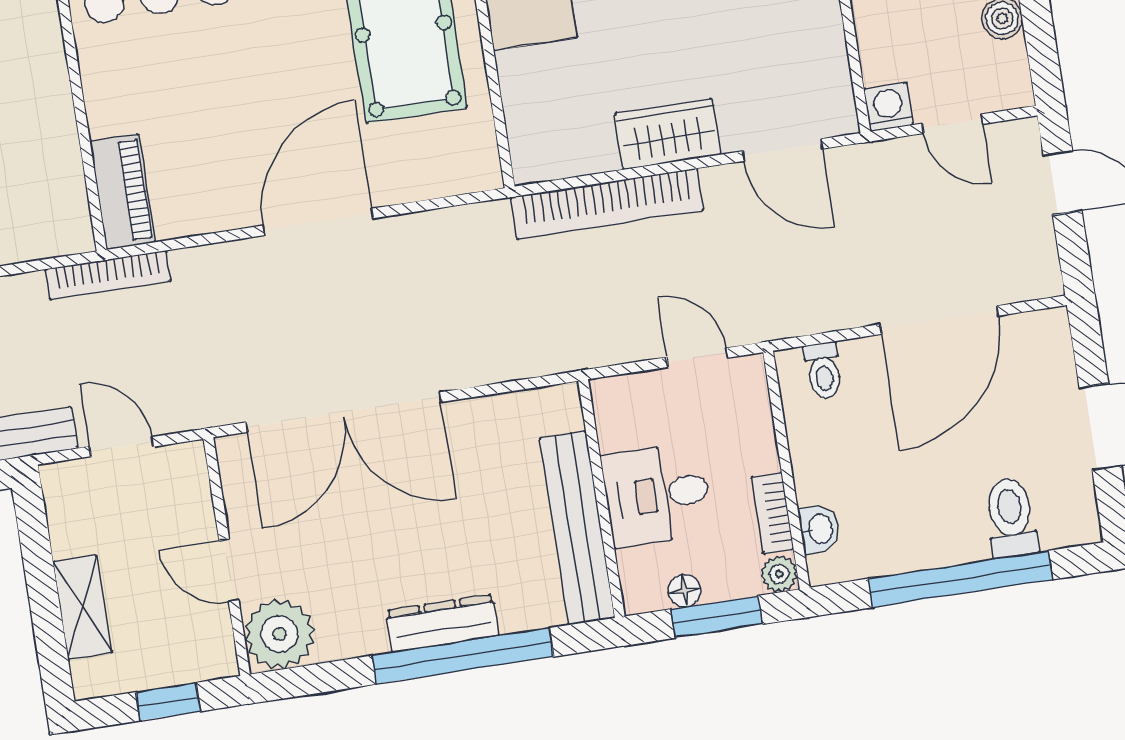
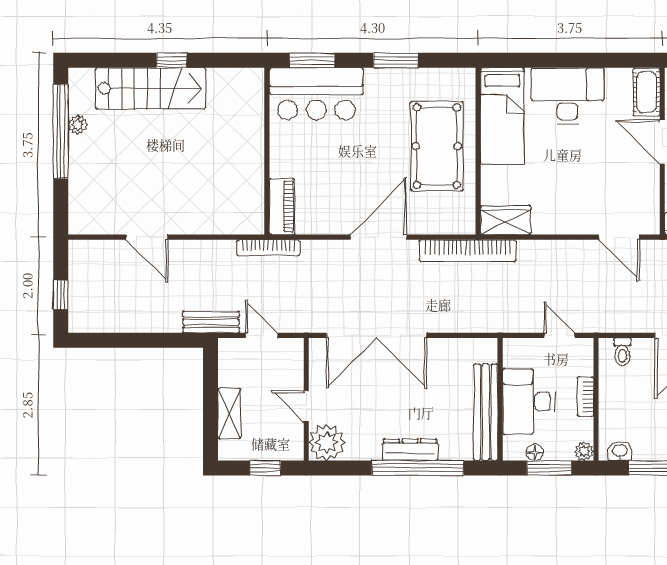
wardrobe: (668, 134) -> (506, 220), moved
bookcase: (607, 204) -> (468, 251), moved
desk: (657, 495) -> (529, 402), width x1.37
bookcase: (773, 513) -> (586, 397), moved
washbasin: (819, 529) -> (620, 451), moved, turned -90

